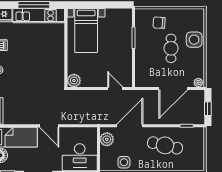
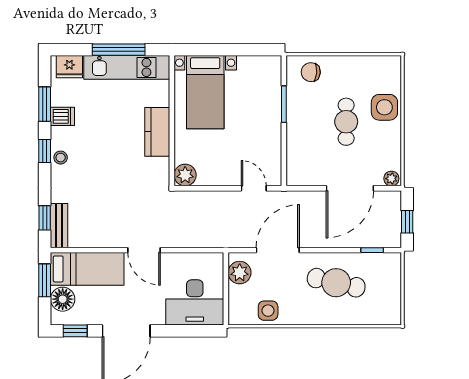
chair: (159, 23) -> (311, 72), moved
kitchen counter: (57, 54) -> (157, 132), added

